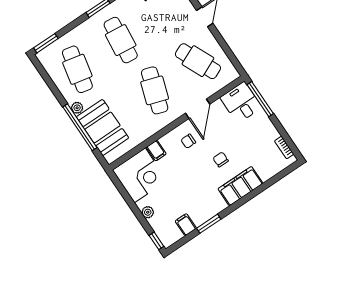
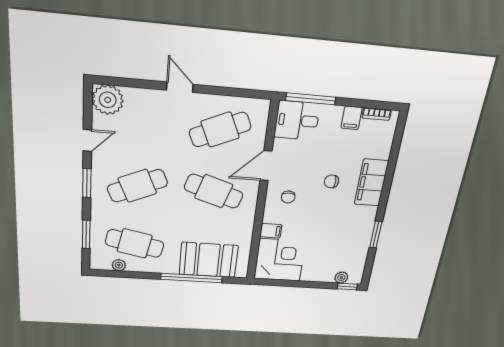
cafe table: (121, 40) -> (137, 186), turned -30
window: (46, 43) -> (86, 234), moved
plant: (77, 108) -> (119, 265), moved
door: (198, 109) -> (266, 166), swing flipped
plant: (148, 212) -> (341, 277), moved
filing cabinet: (186, 225) -> (352, 118), moved, turned -90

